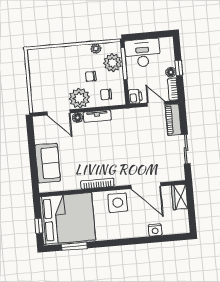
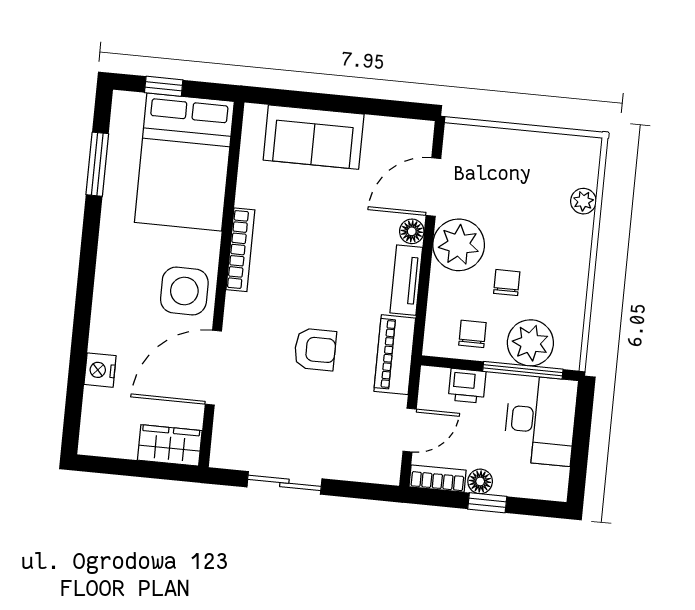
plant: (96, 48) -> (583, 201), moved
chair: (106, 94) -> (472, 334), moved
printer: (135, 97) -> (467, 386), moved
piano: (173, 120) -> (395, 355), moved, turned -90
armchair: (131, 147) -> (315, 349), added
bed: (68, 218) -> (184, 162), width x0.73

